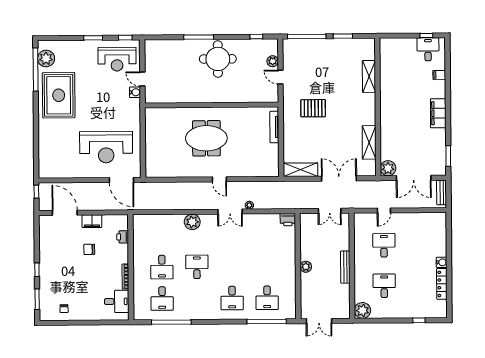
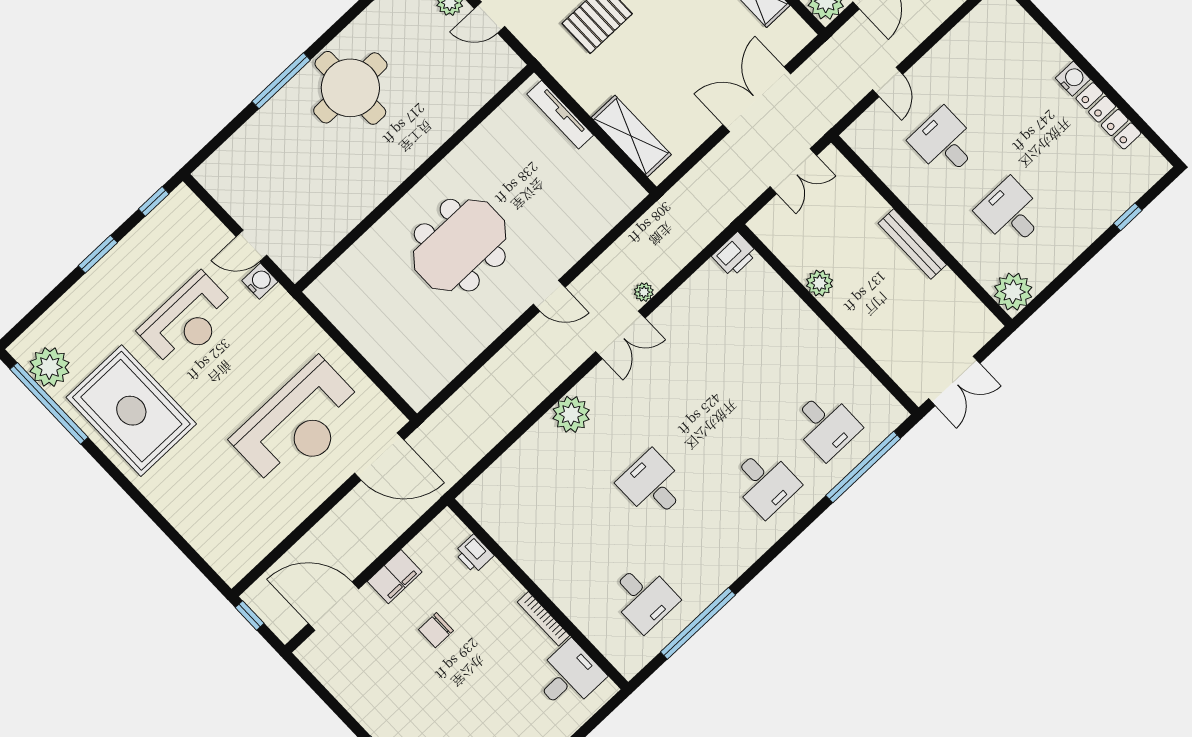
reception desk: (117, 59) -> (188, 320), moved
shelving: (300, 170) -> (631, 136), moved, turned 90
desk: (162, 267) -> (592, 543), removed
plant: (306, 267) -> (820, 283), moved

